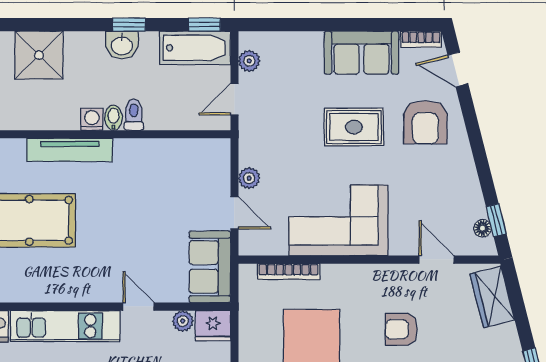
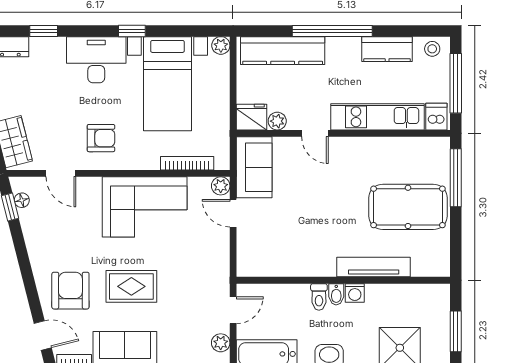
plant: (249, 178) -> (221, 186), moved
armchair: (401, 329) -> (101, 138), moved

